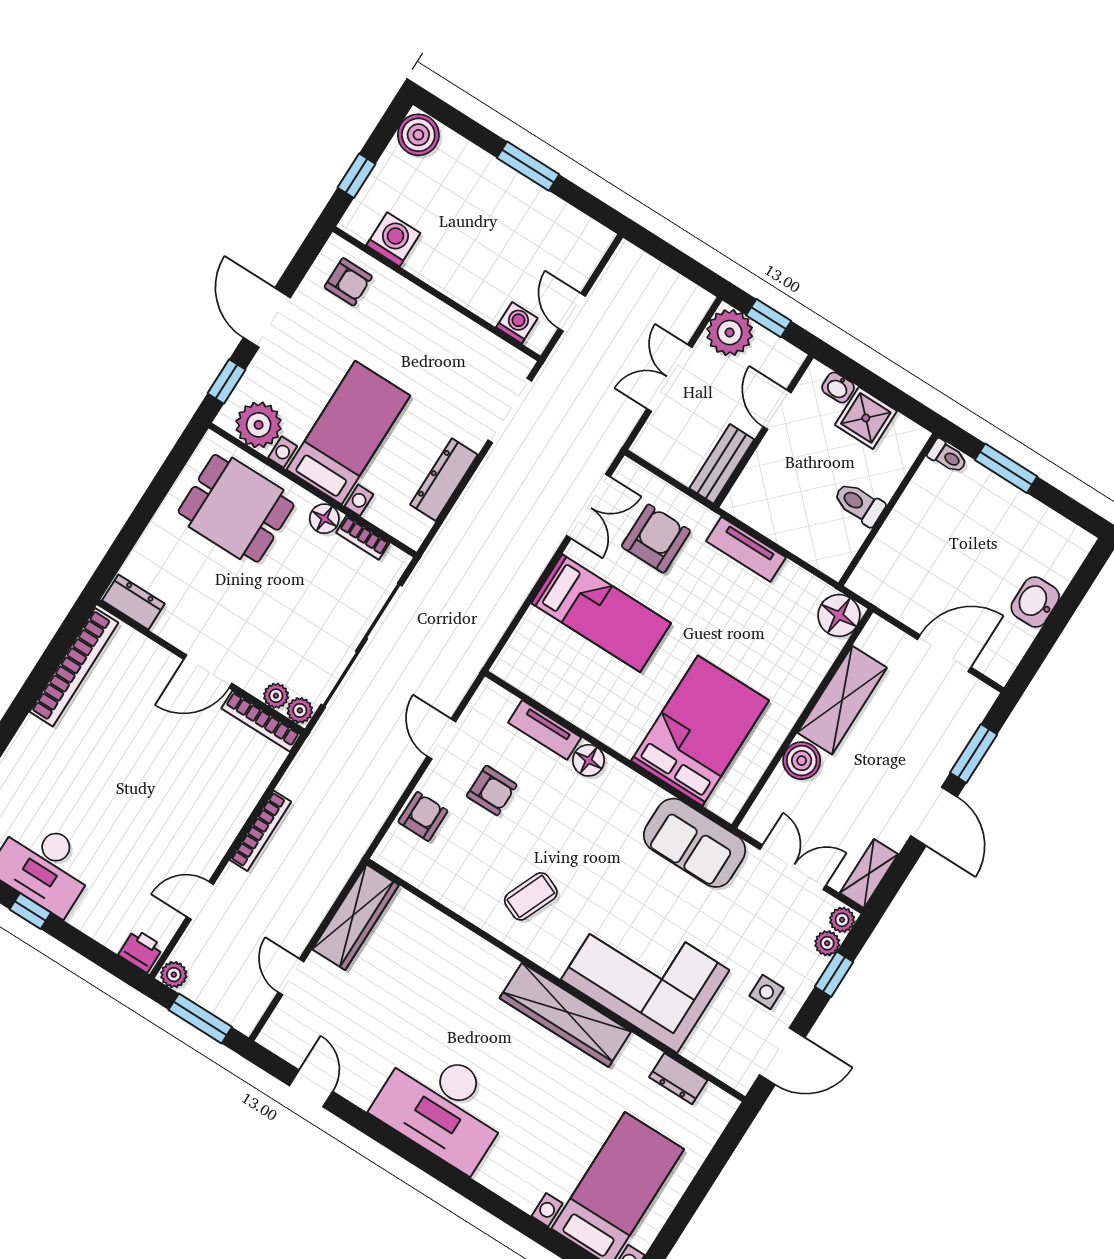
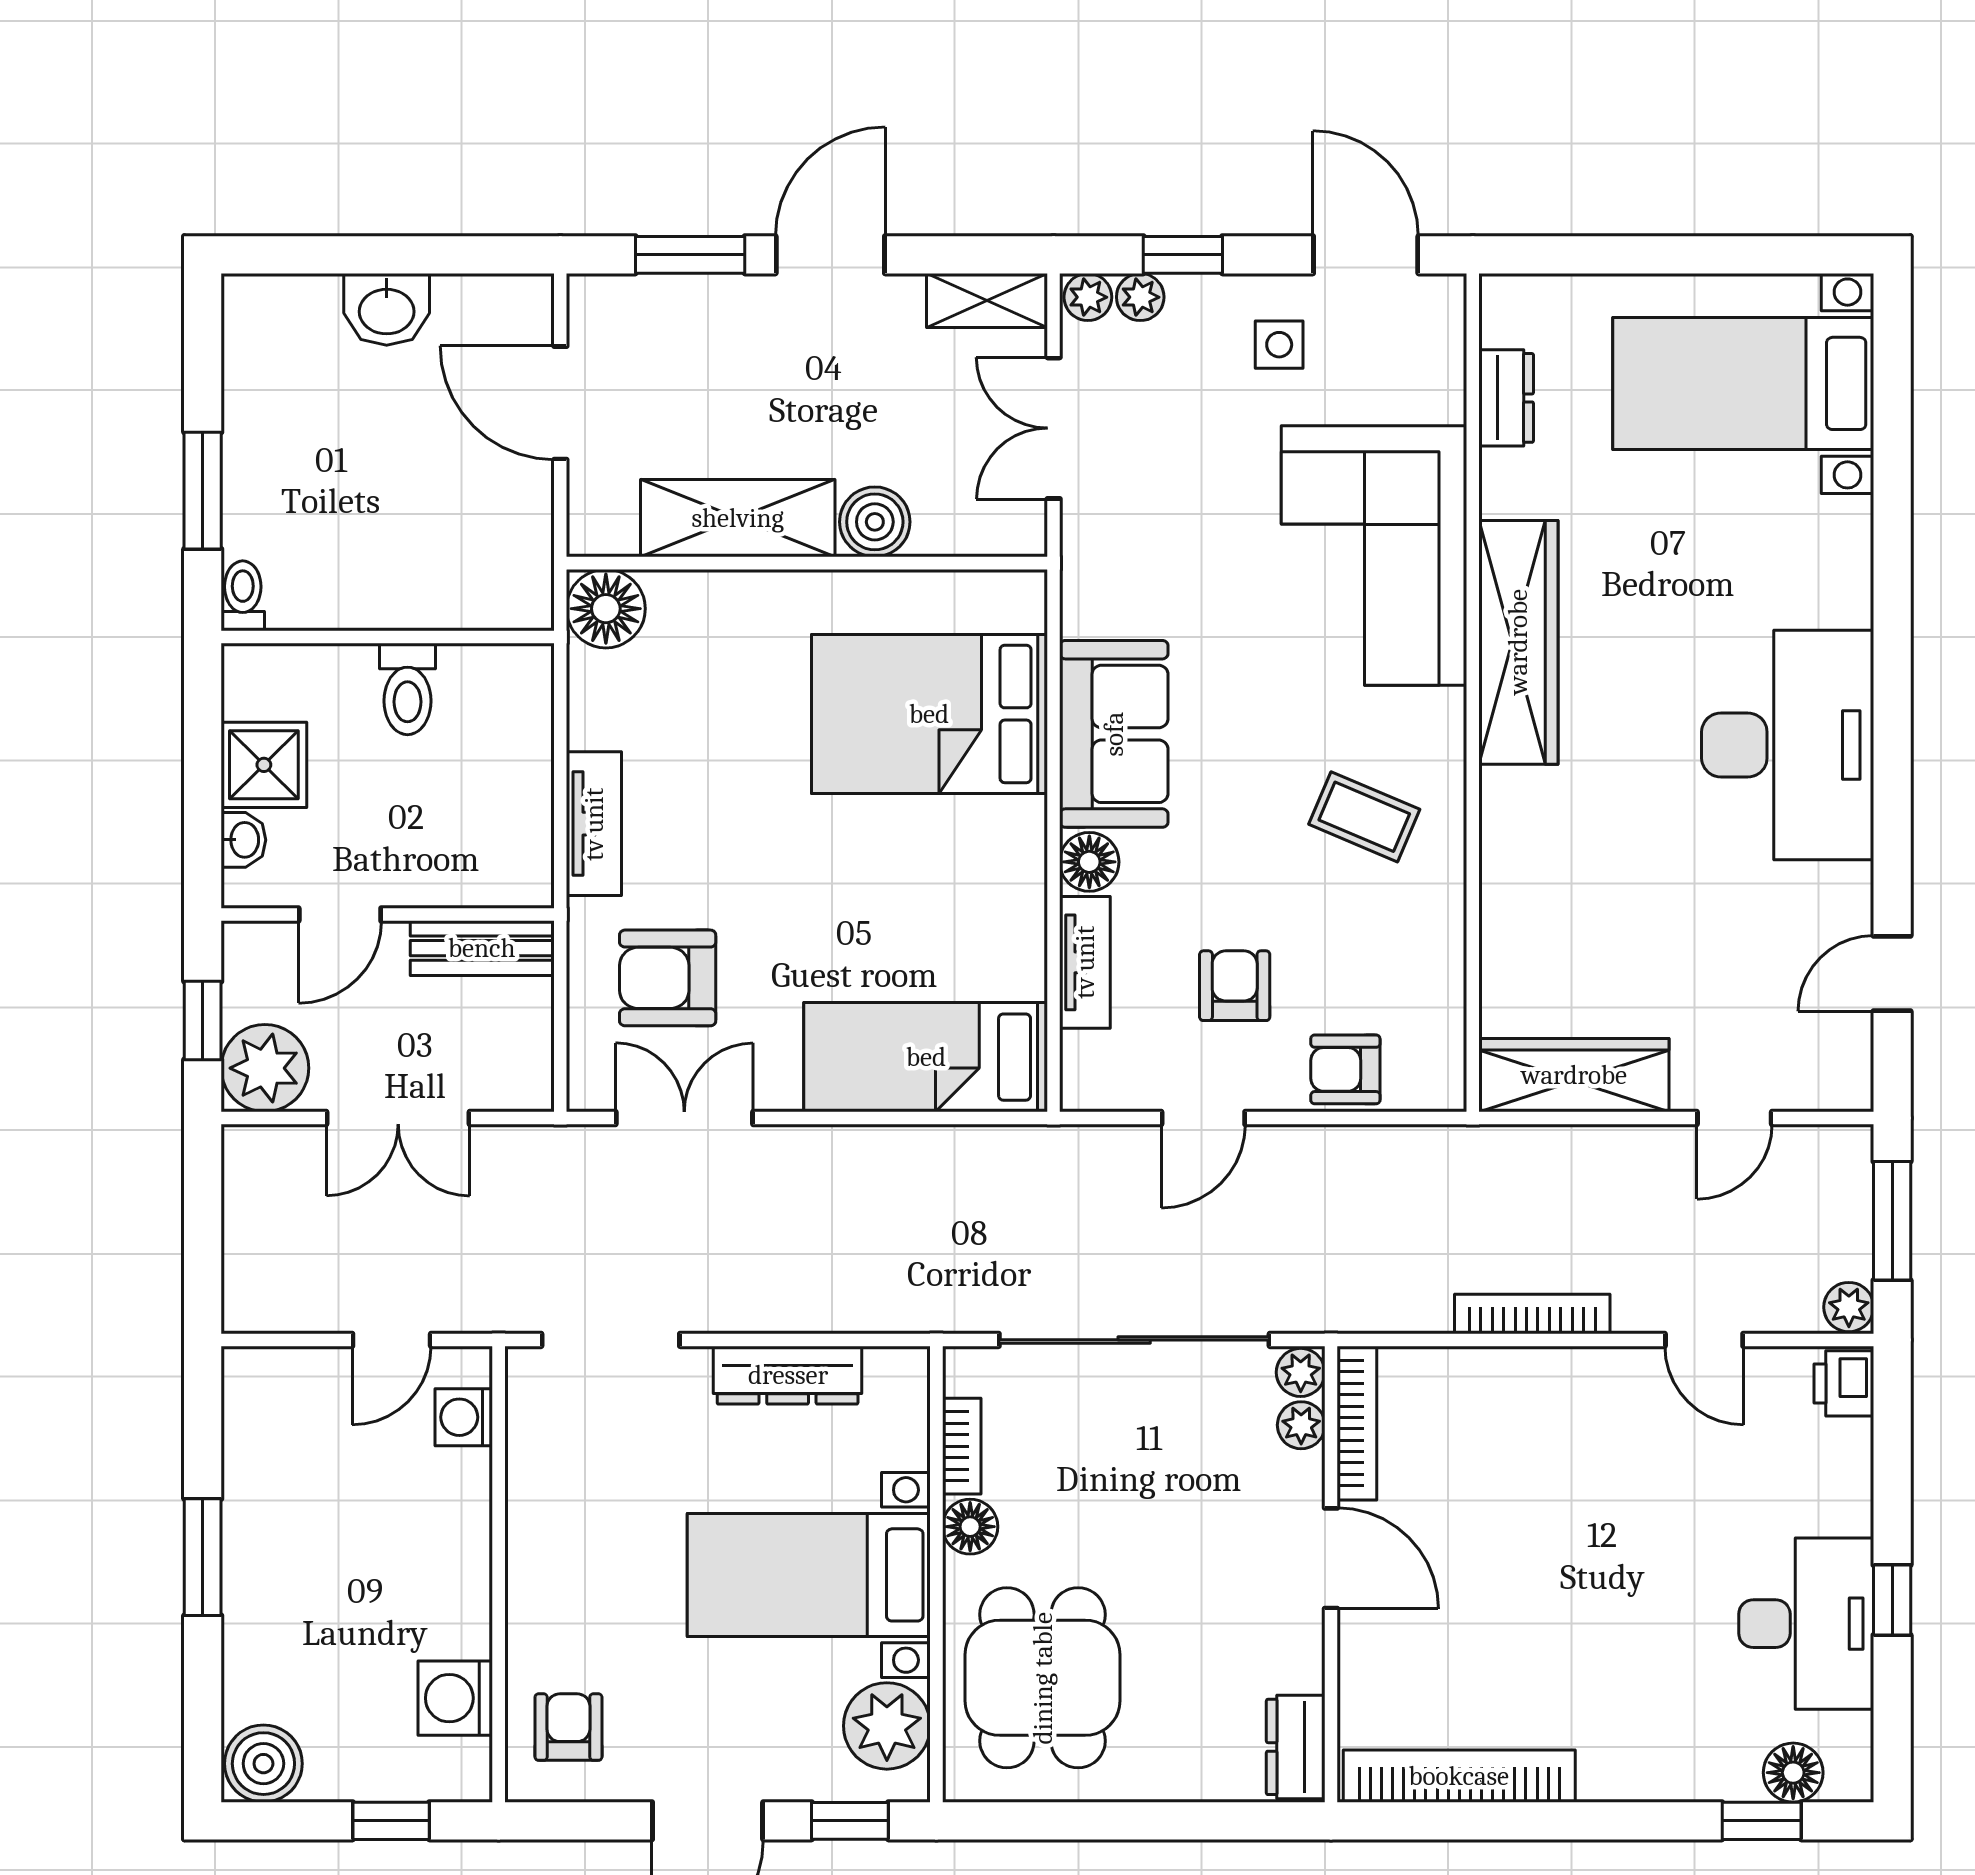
bed: (601, 613) -> (926, 1057), moved, turned -90
sofa: (695, 843) -> (1114, 734), moved

